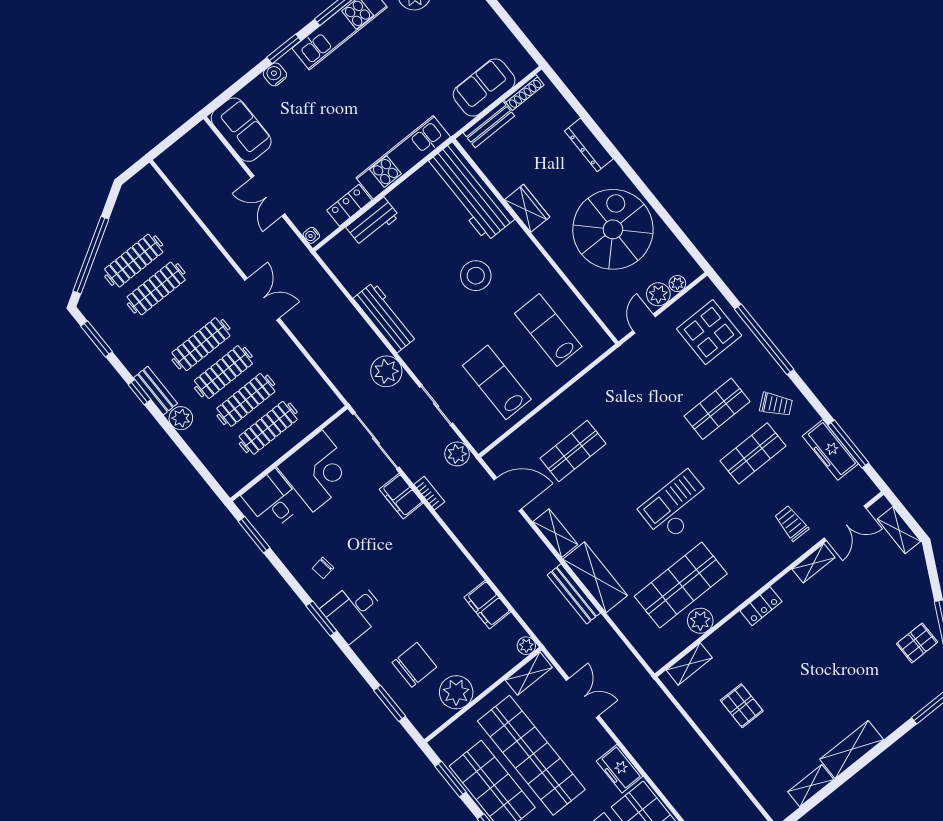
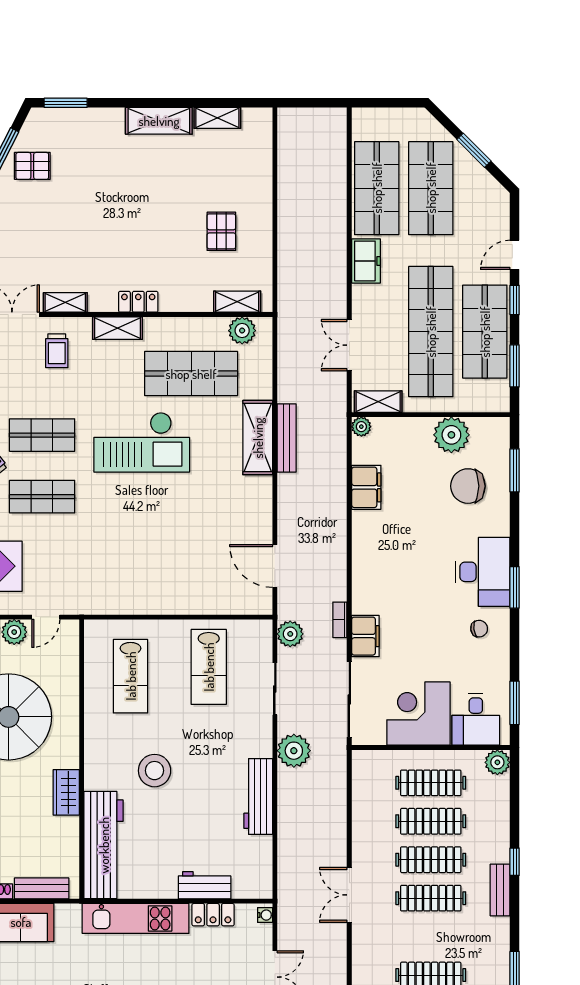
window: (139, 392) -> (515, 862), moved
plant: (181, 418) -> (497, 762), moved
shop shelf: (573, 451) -> (191, 558), removed
checkout: (677, 506) -> (142, 442), width x1.36, depth x1.21
shelving: (555, 533) -> (117, 328), moved, turned 90
desk: (354, 611) -> (483, 572), width x1.37
plant: (700, 621) -> (242, 331), moved

